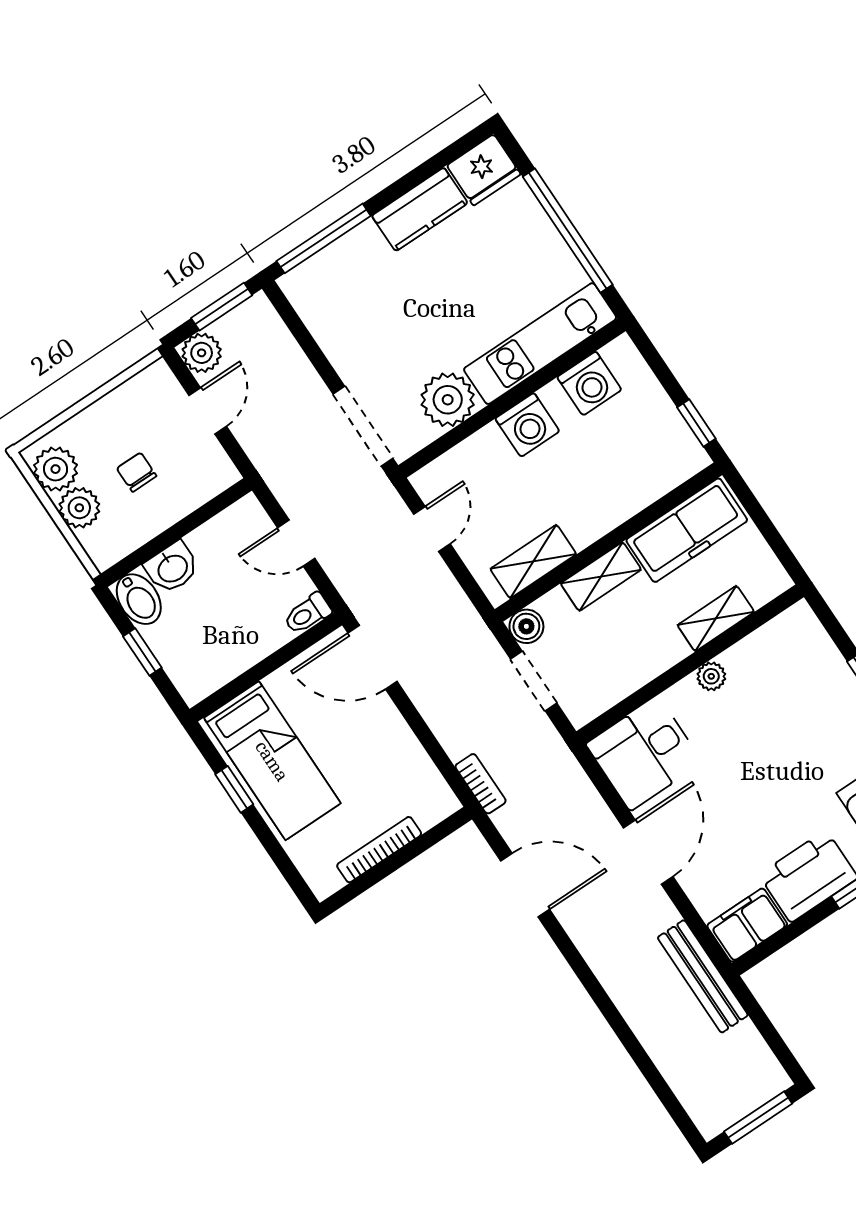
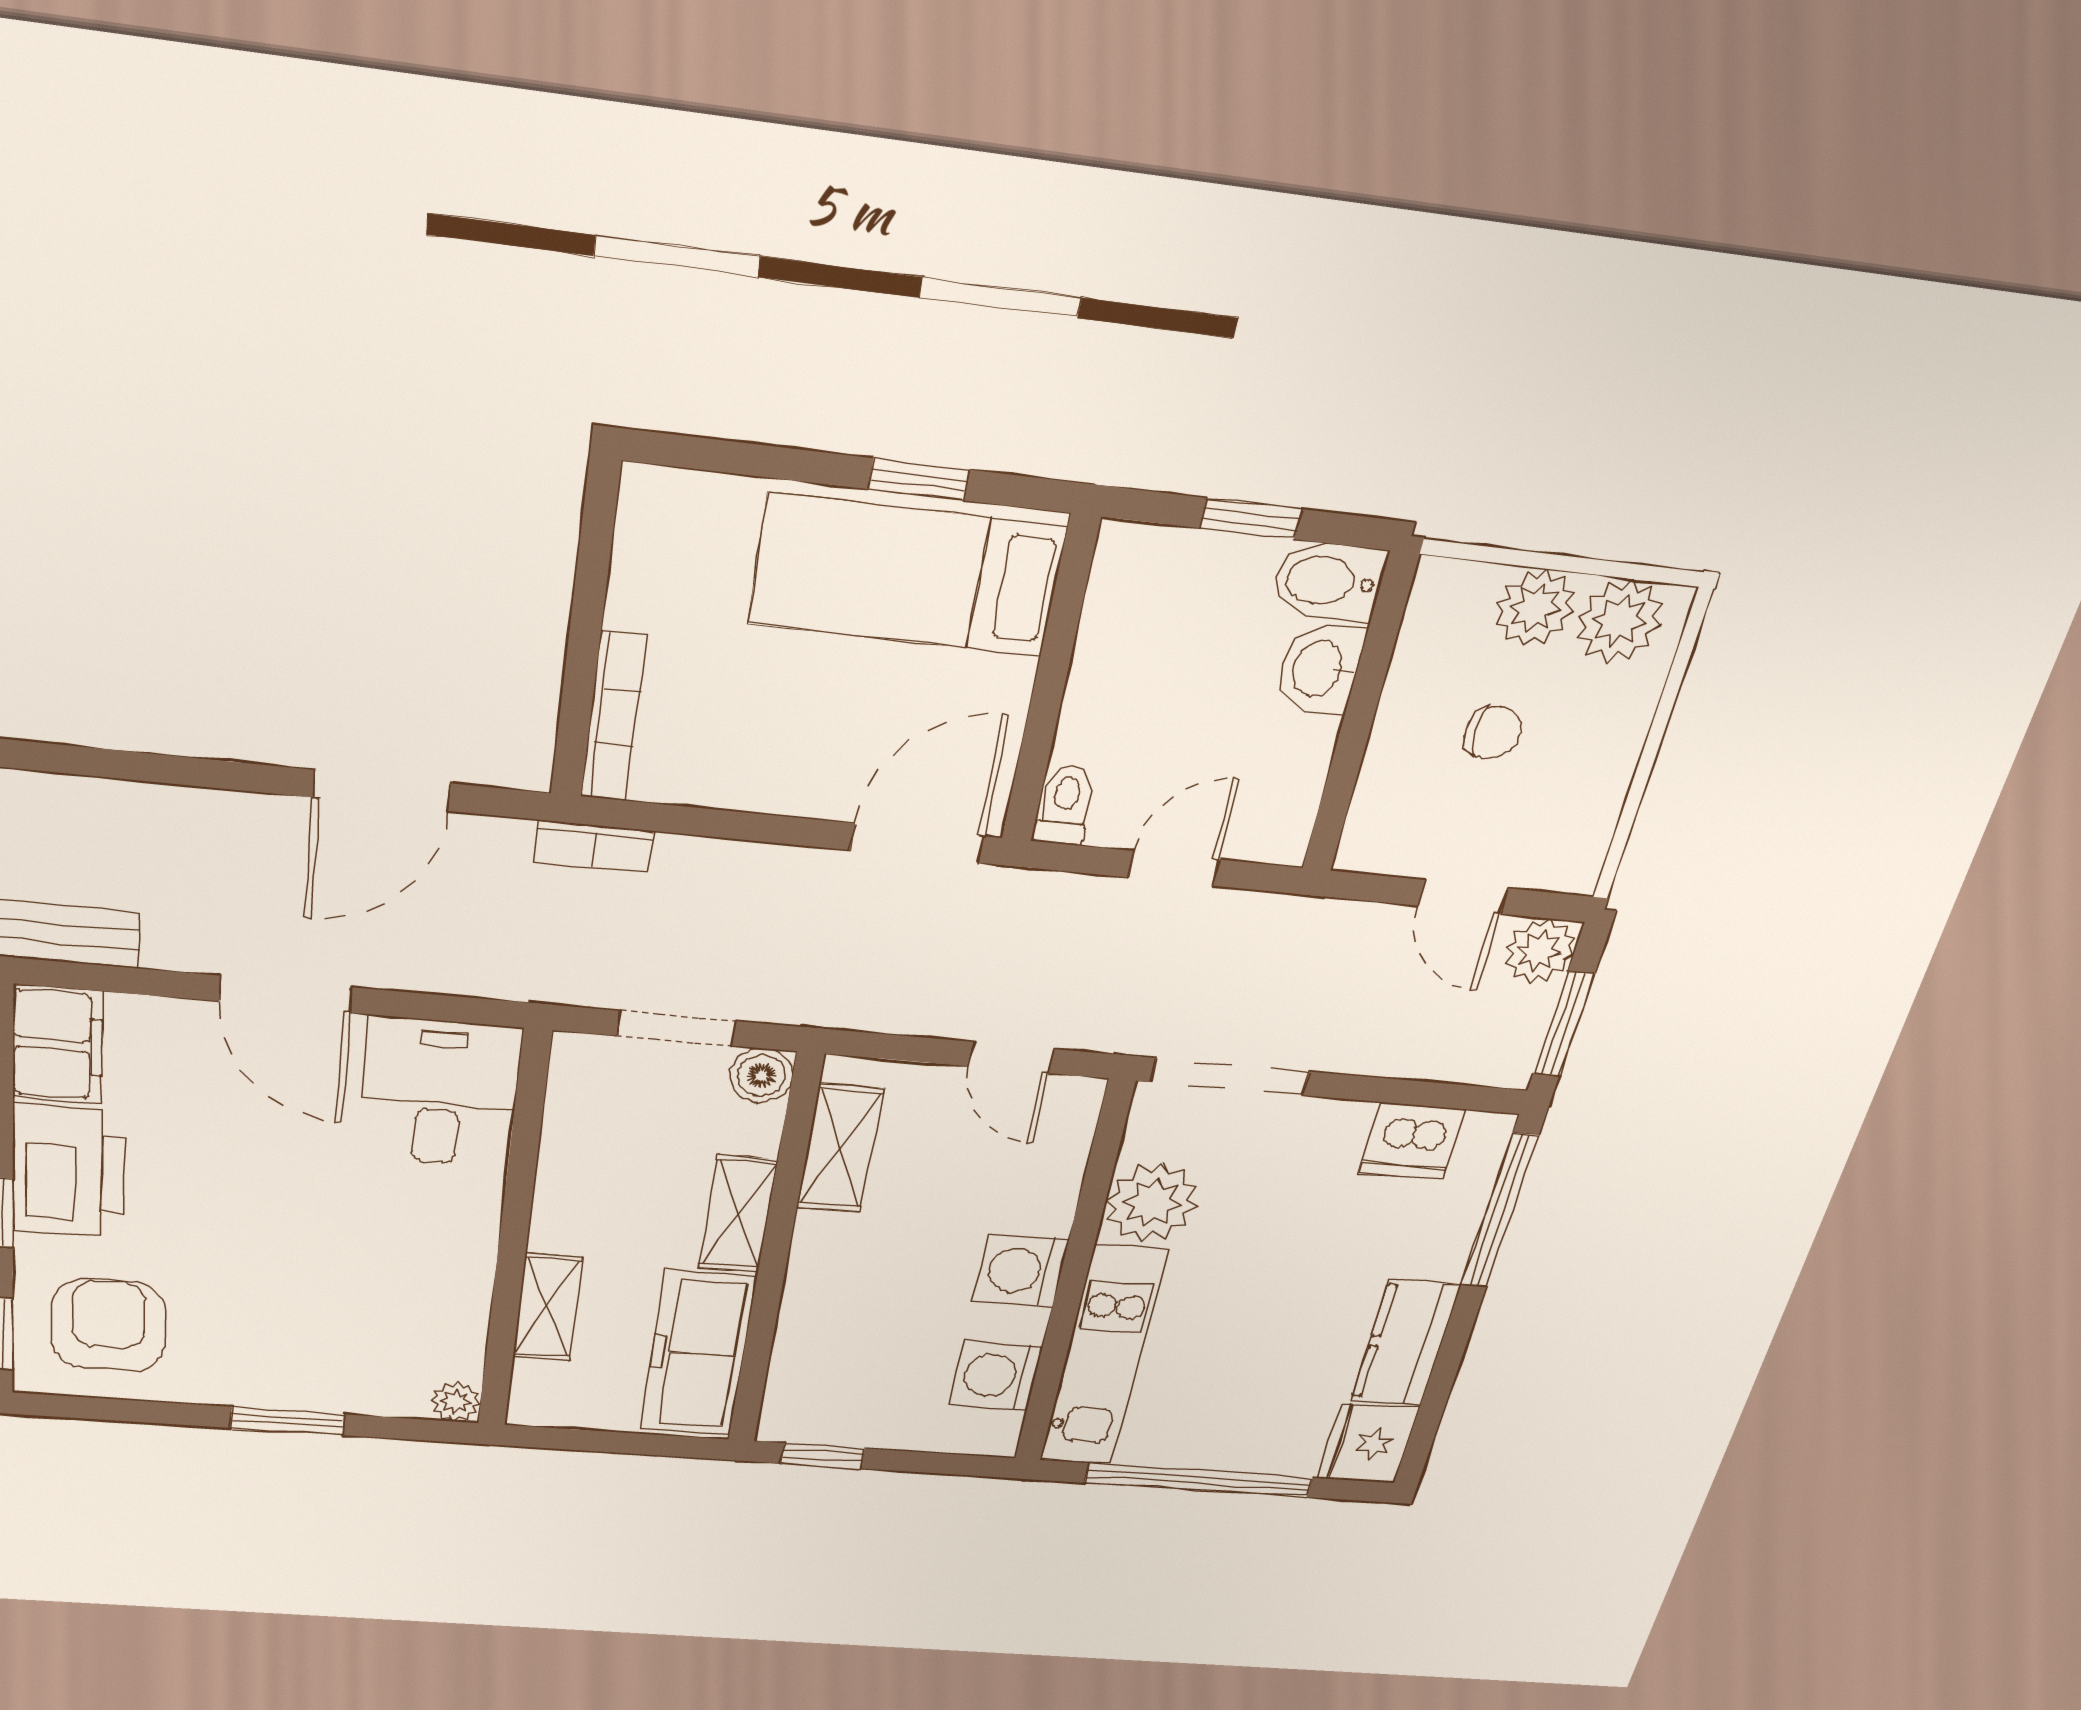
dishwasher: (325, 315) -> (1412, 1141), added
plant: (711, 676) -> (456, 1402), moved
bookcase: (379, 850) -> (613, 717), moved

